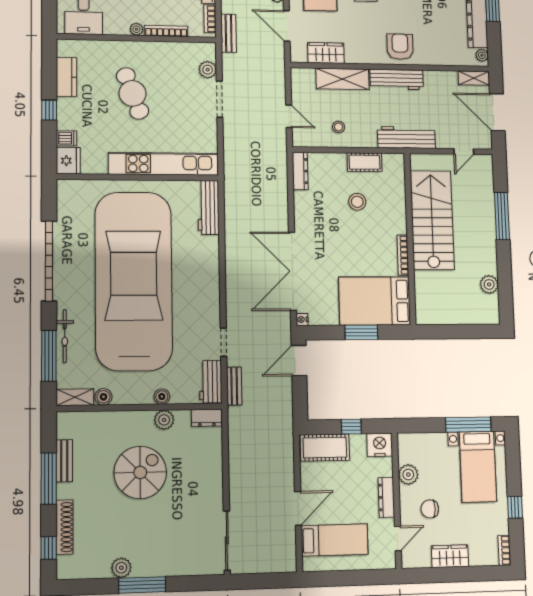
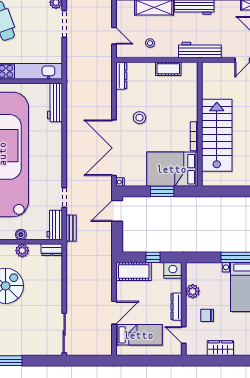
stool: (357, 202) -> (139, 118), moved
stairs: (432, 220) -> (217, 135), moved
door: (398, 539) -> (184, 335), swing flipped

